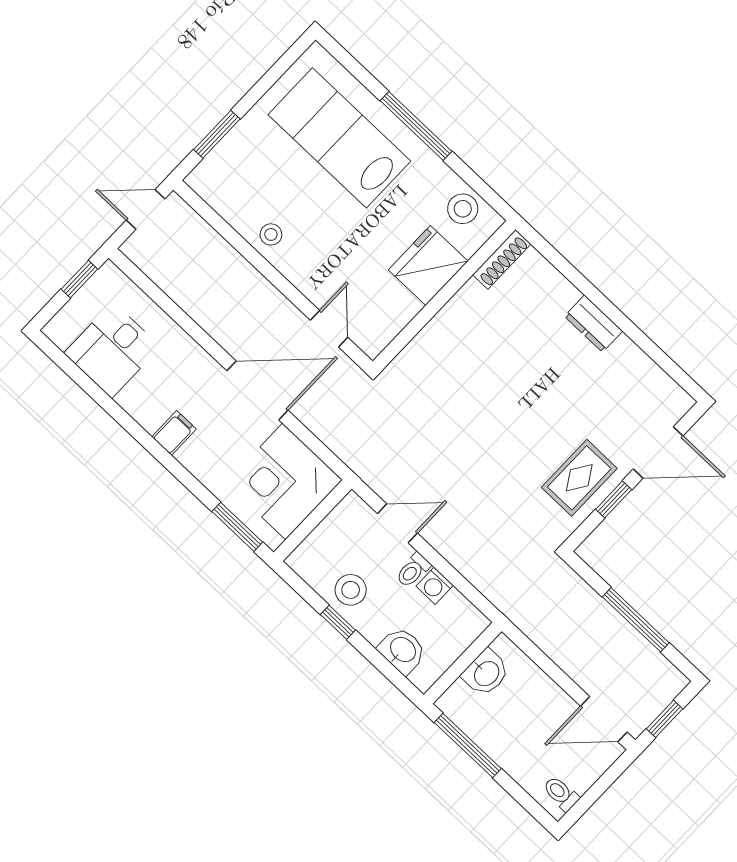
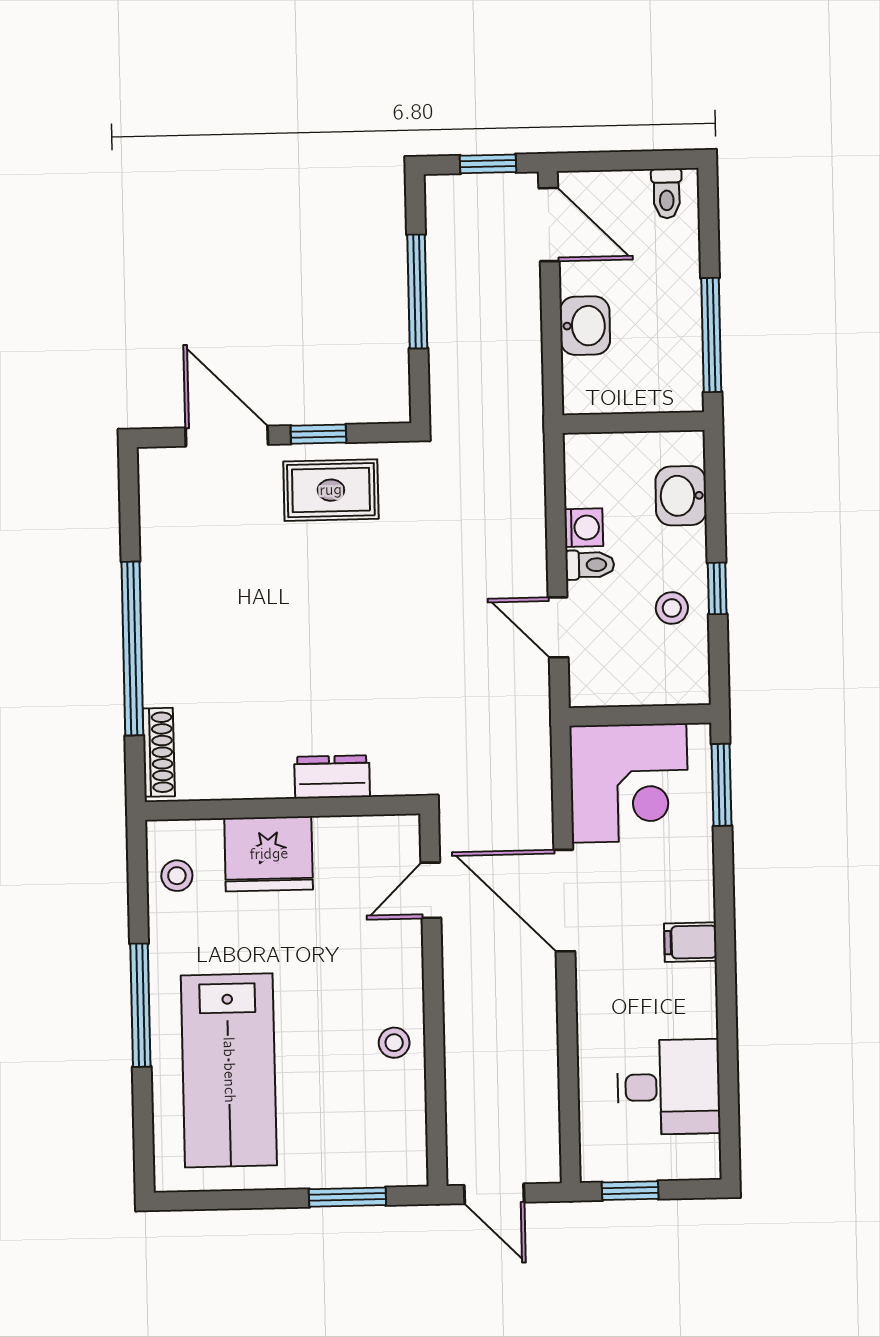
stool: (463, 209) -> (177, 876), width x0.73, depth x0.73
shoe rack: (502, 259) -> (159, 752), moved, turned 90
window: (599, 299) -> (132, 649), added
dresser: (594, 324) -> (332, 777), moved, turned -90
stool: (351, 590) -> (672, 608), width x0.73, depth x0.73
washbasin: (486, 673) -> (585, 326), moved, turned 90

